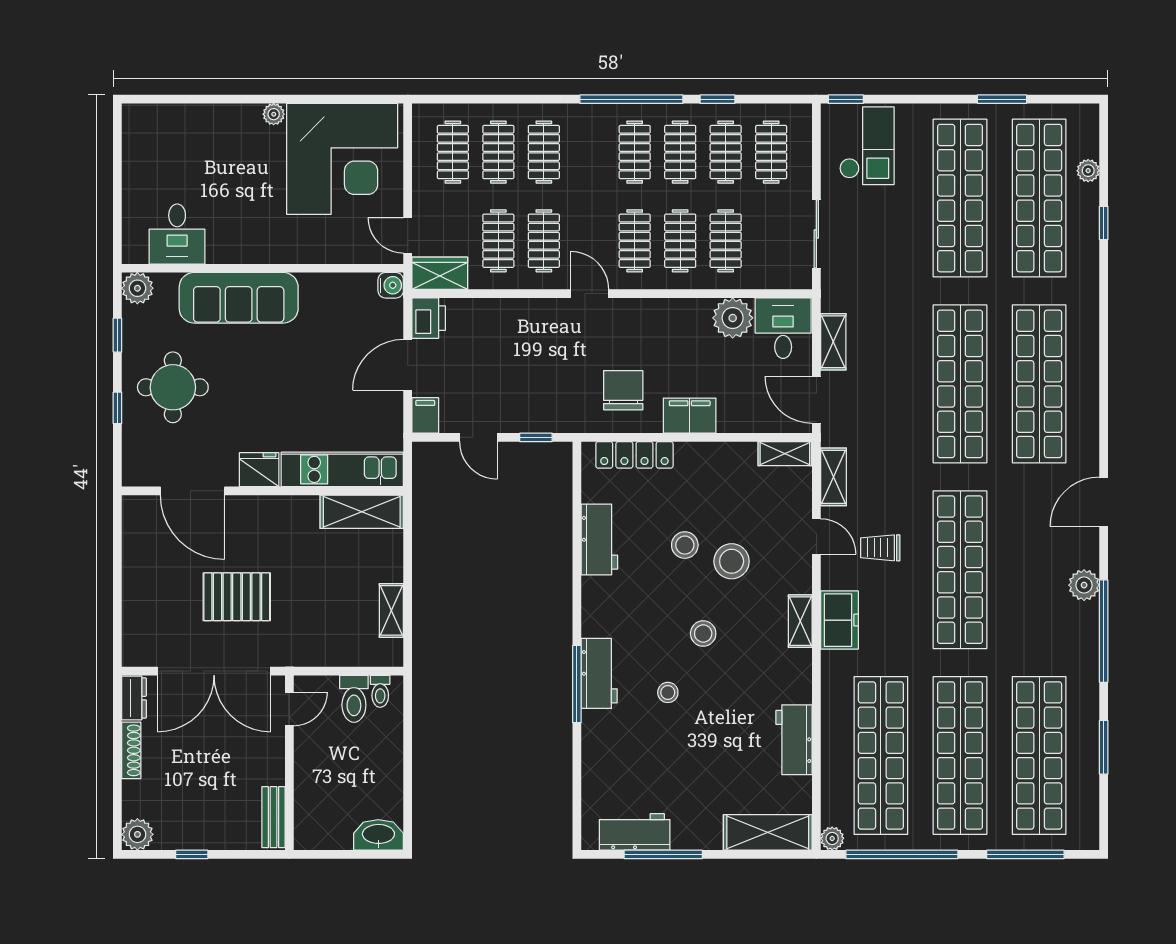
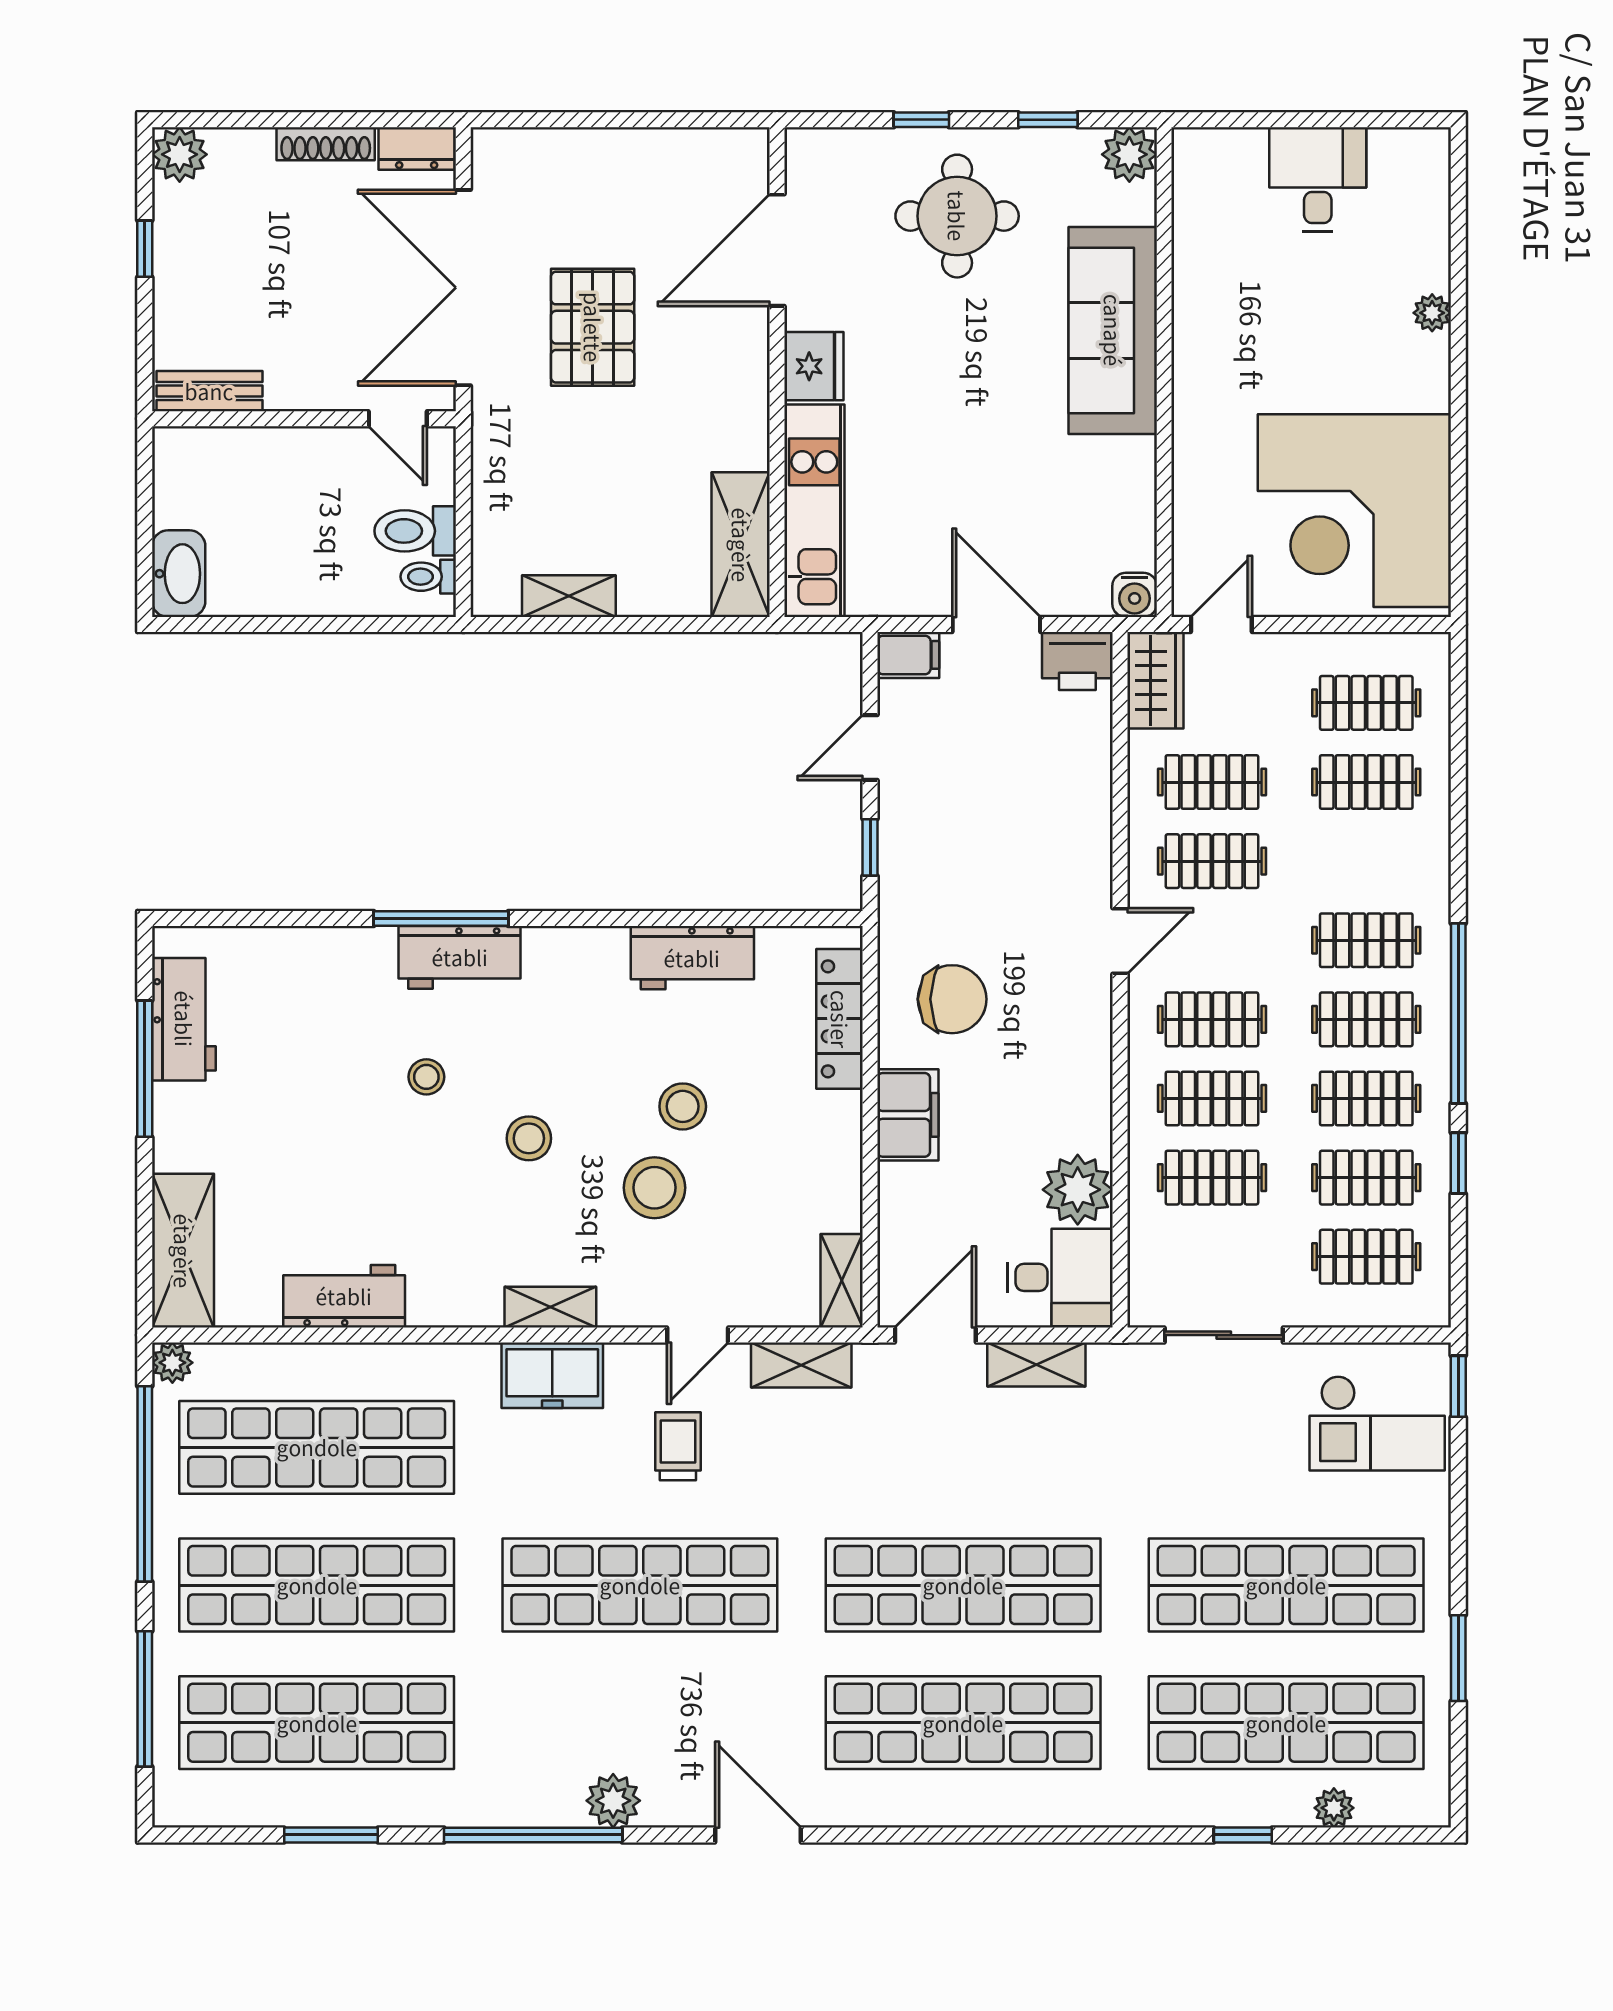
plant: (274, 114) -> (1432, 313), moved
clothes rail: (544, 152) -> (1366, 940), moved
desk: (177, 234) -> (1318, 179), moved, turned 90

